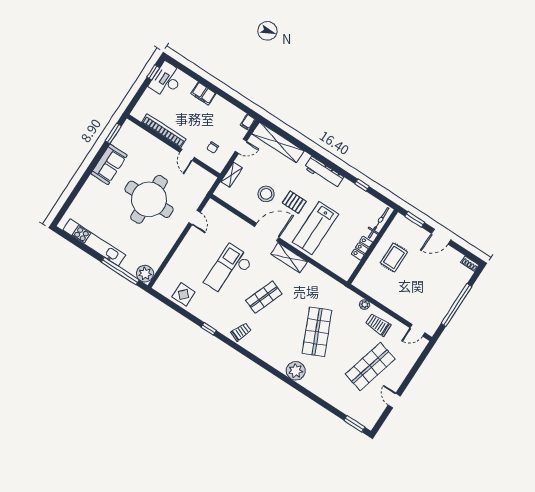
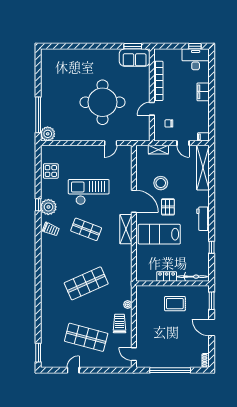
sofa: (109, 164) -> (135, 58), moved
workbench: (324, 172) -> (203, 219), width x0.73
kitchen unit: (94, 242) -> (46, 83), removed
plant: (296, 371) -> (48, 207), moved

